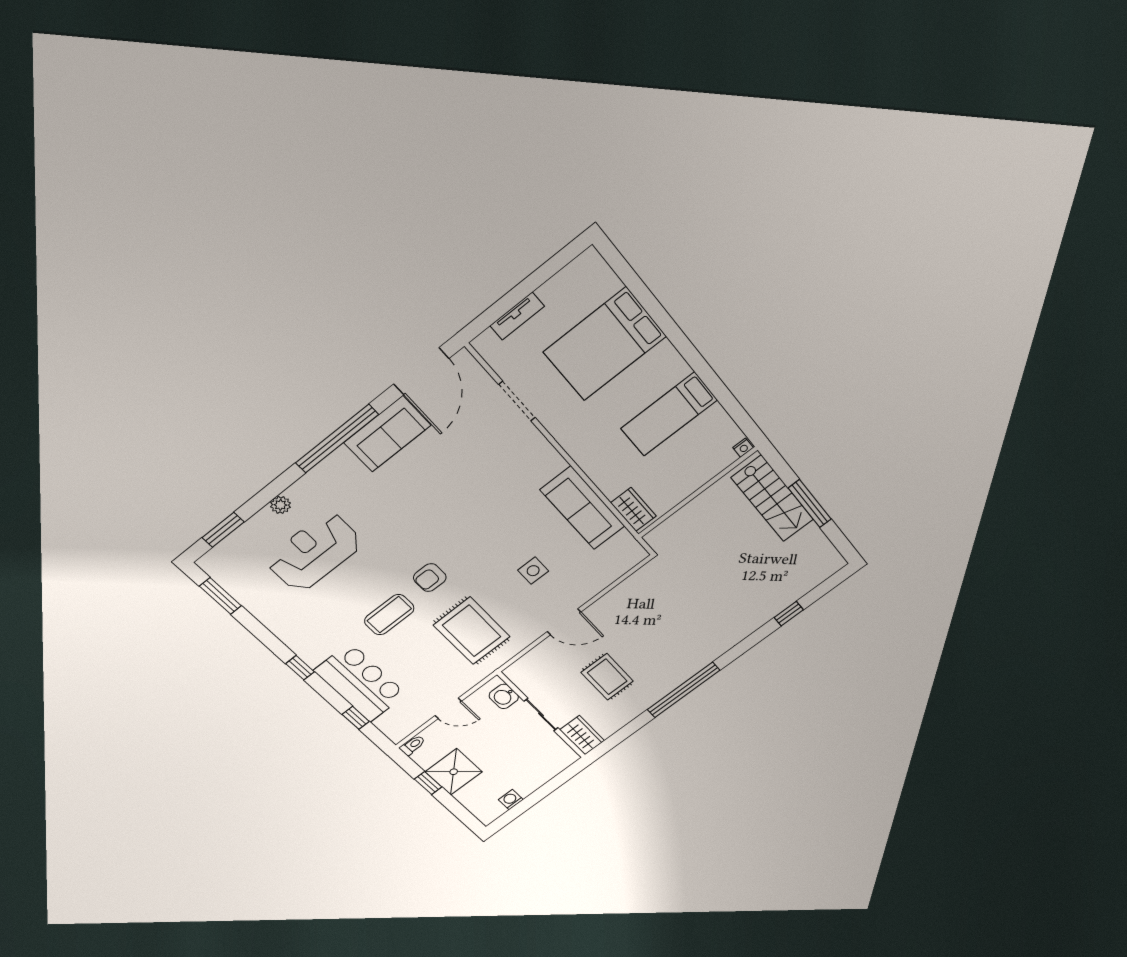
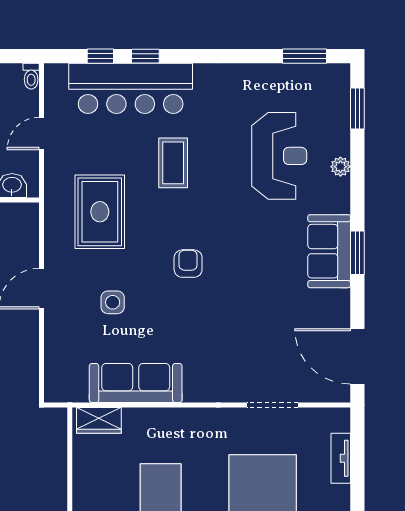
sofa: (387, 434) -> (329, 251), moved
window: (337, 439) -> (357, 253), width x0.47
armchair: (430, 578) -> (188, 264), moved
rug: (472, 631) -> (100, 212), turned 90
window: (300, 668) -> (145, 56), moved
bar counter: (360, 683) -> (131, 88), width x1.36

